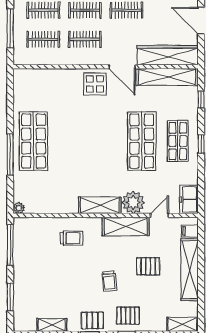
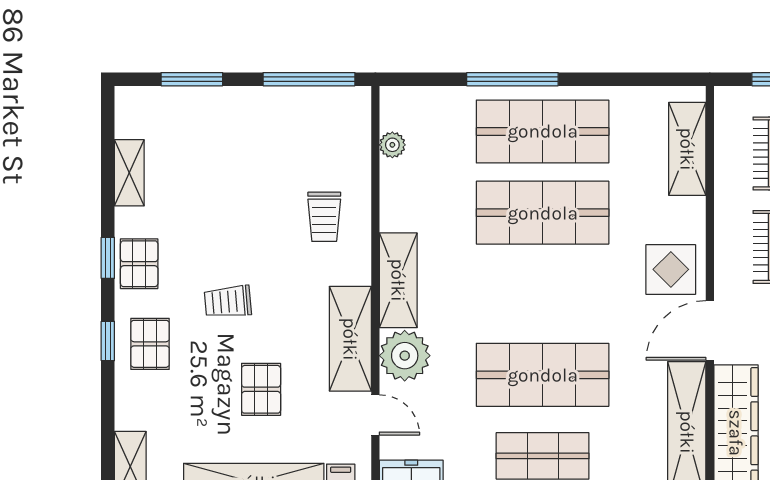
shelving: (41, 77) -> (687, 149), added
shop shelf: (70, 141) -> (543, 213), added
plant: (19, 208) -> (392, 145), moved

